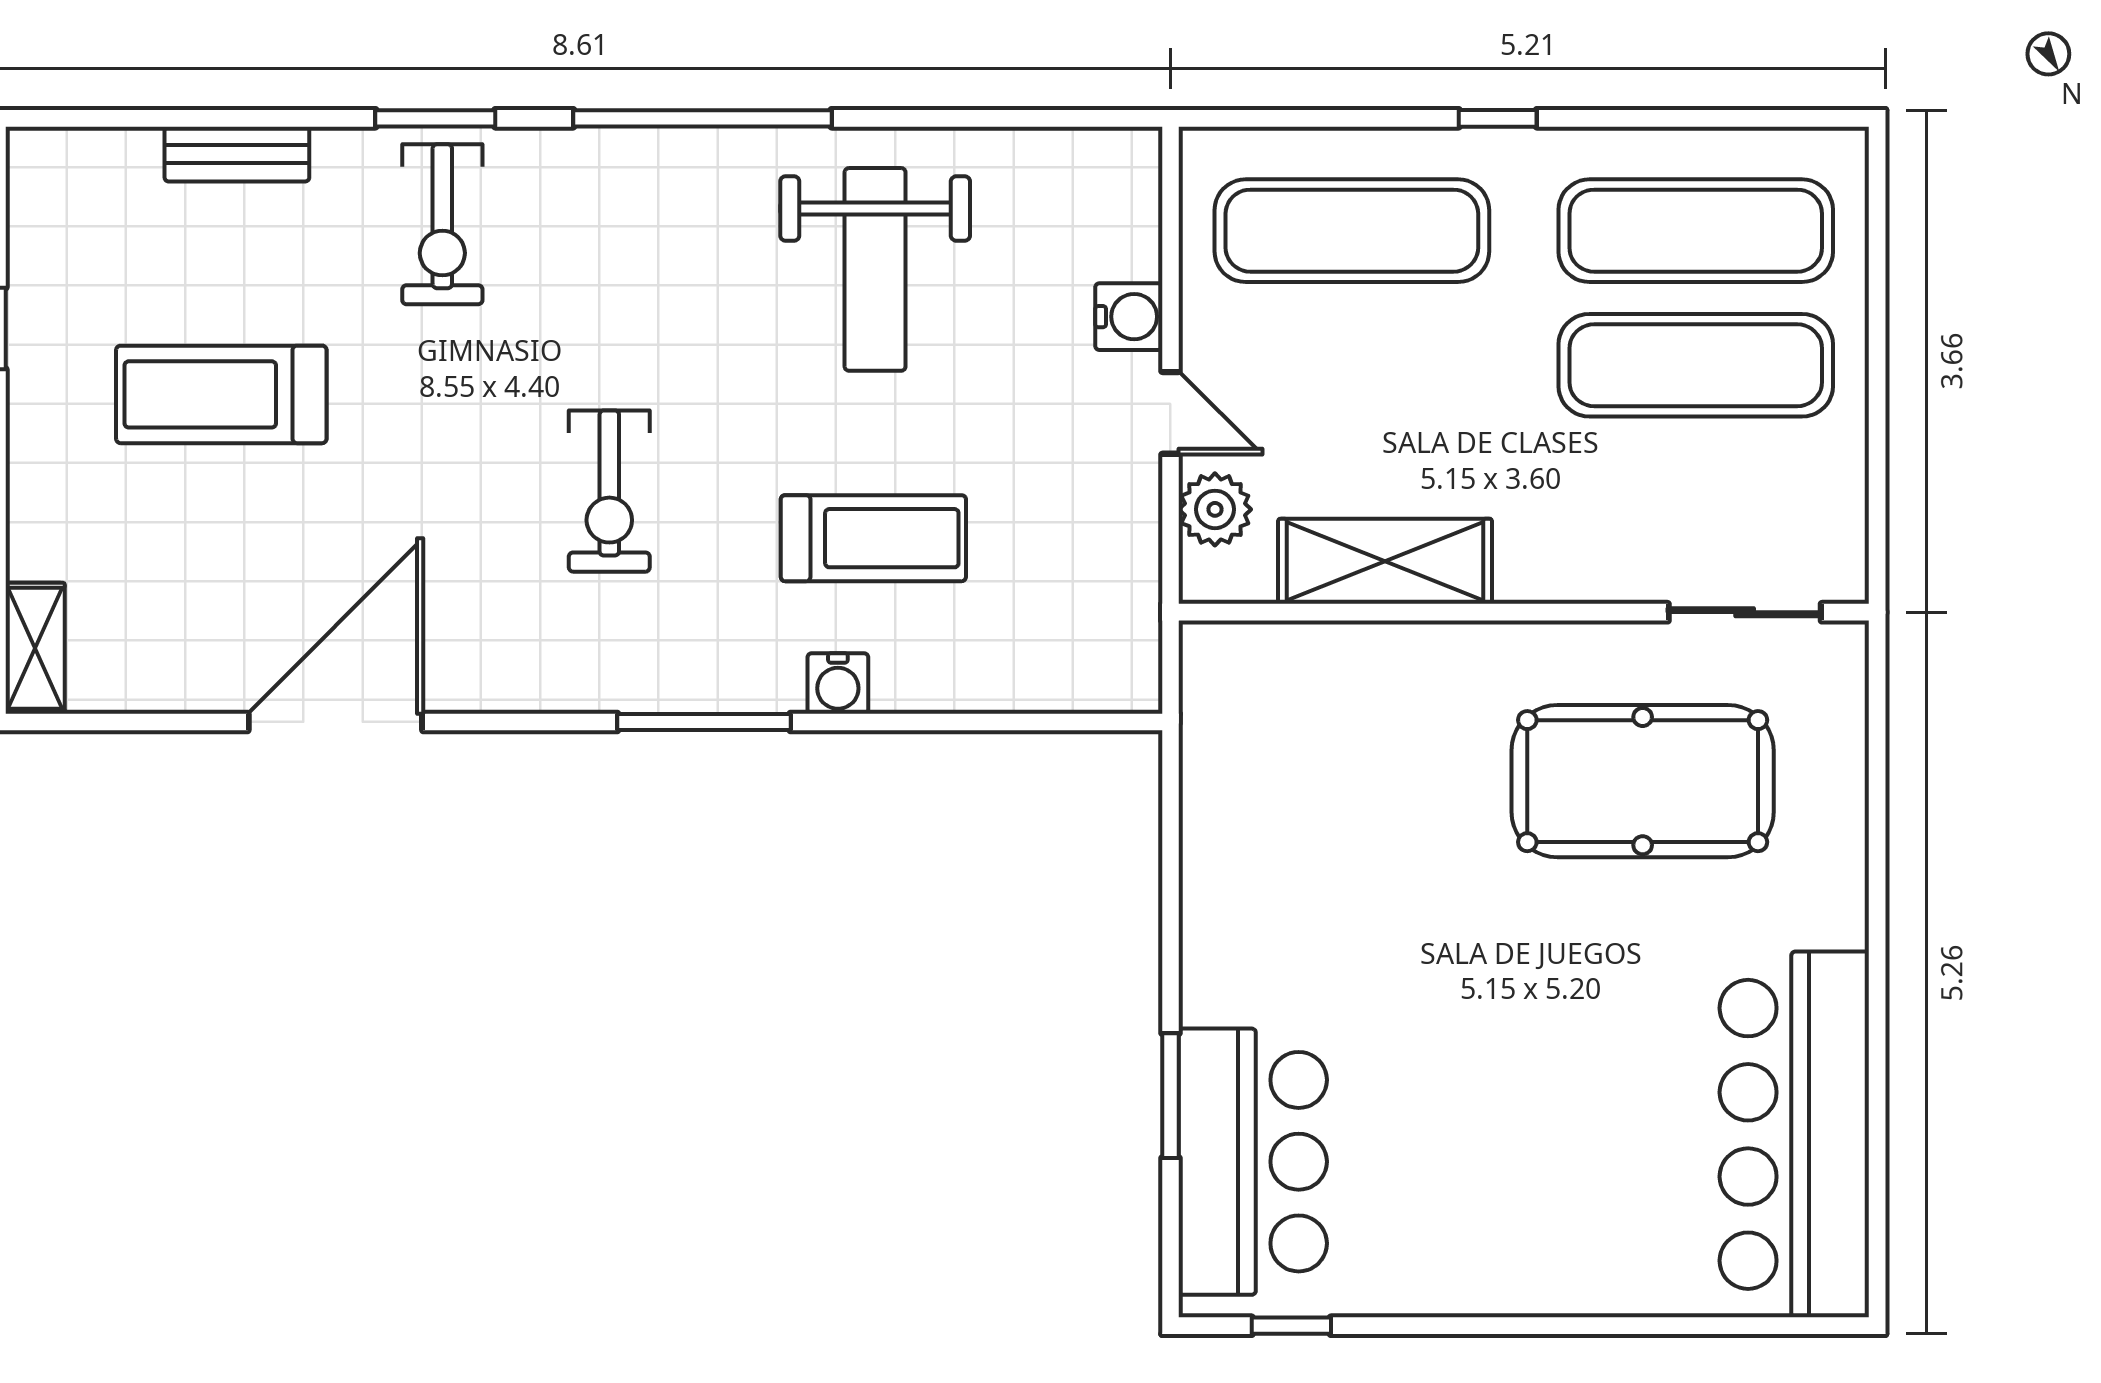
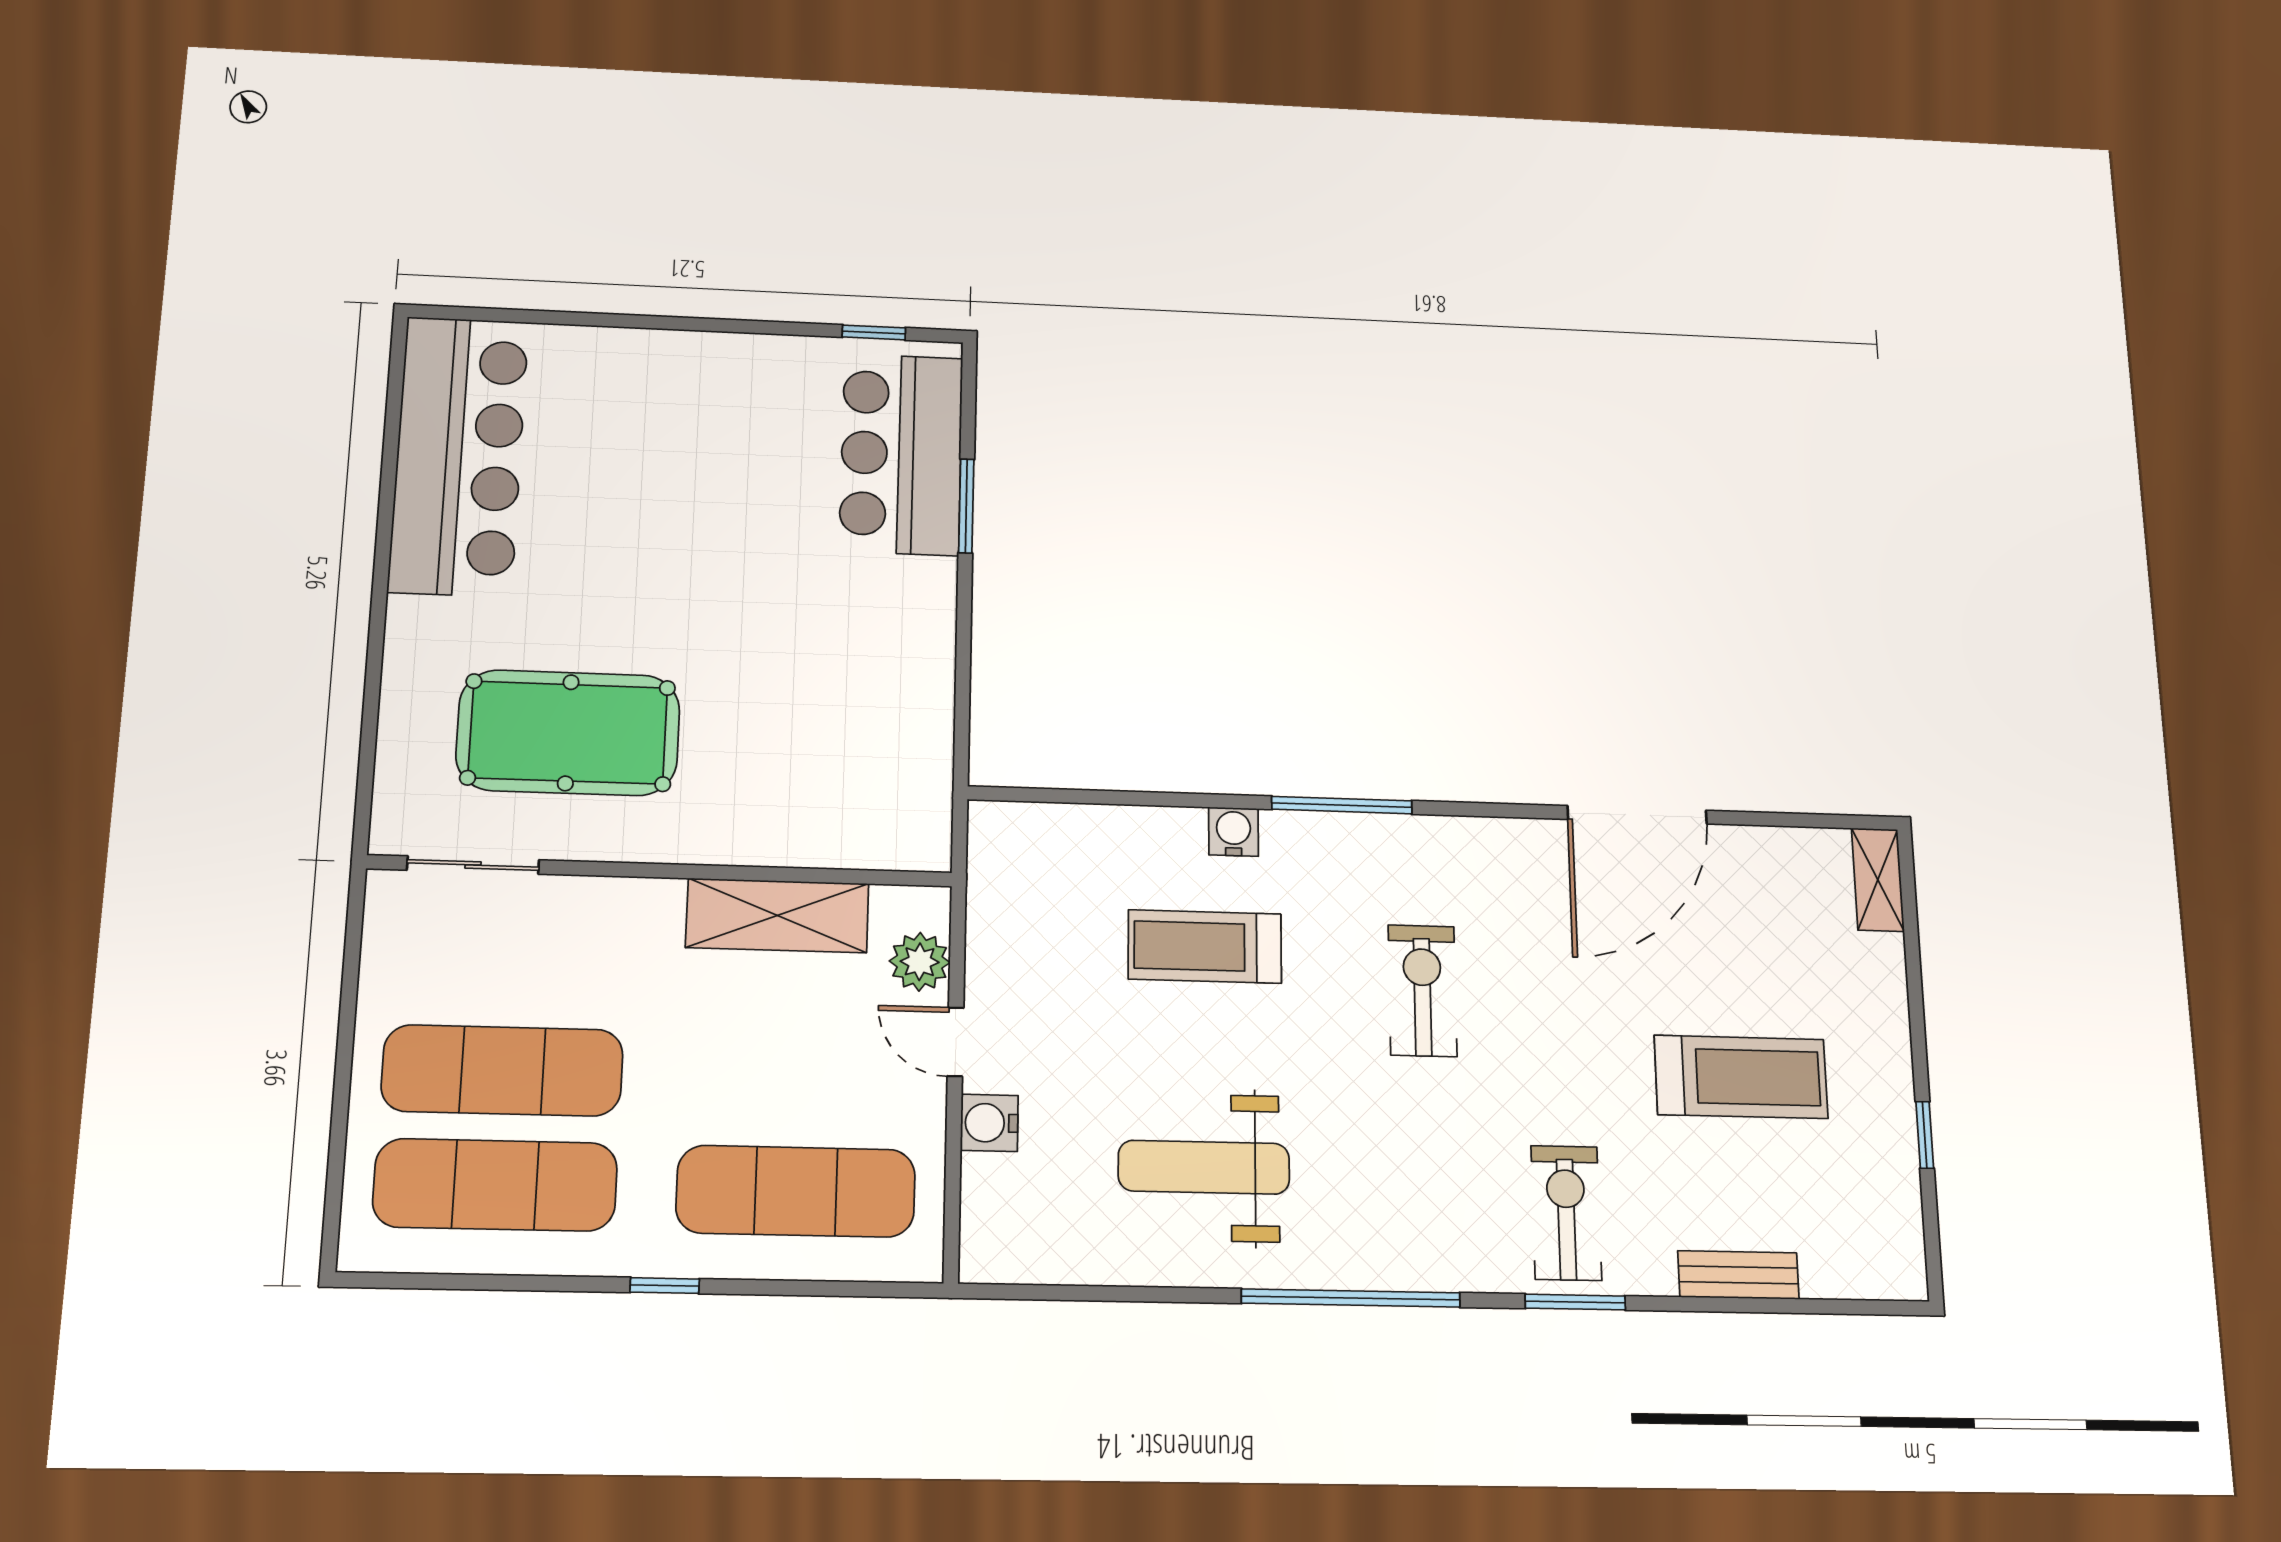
weight bench: (875, 269) -> (1204, 1167), turned -90

